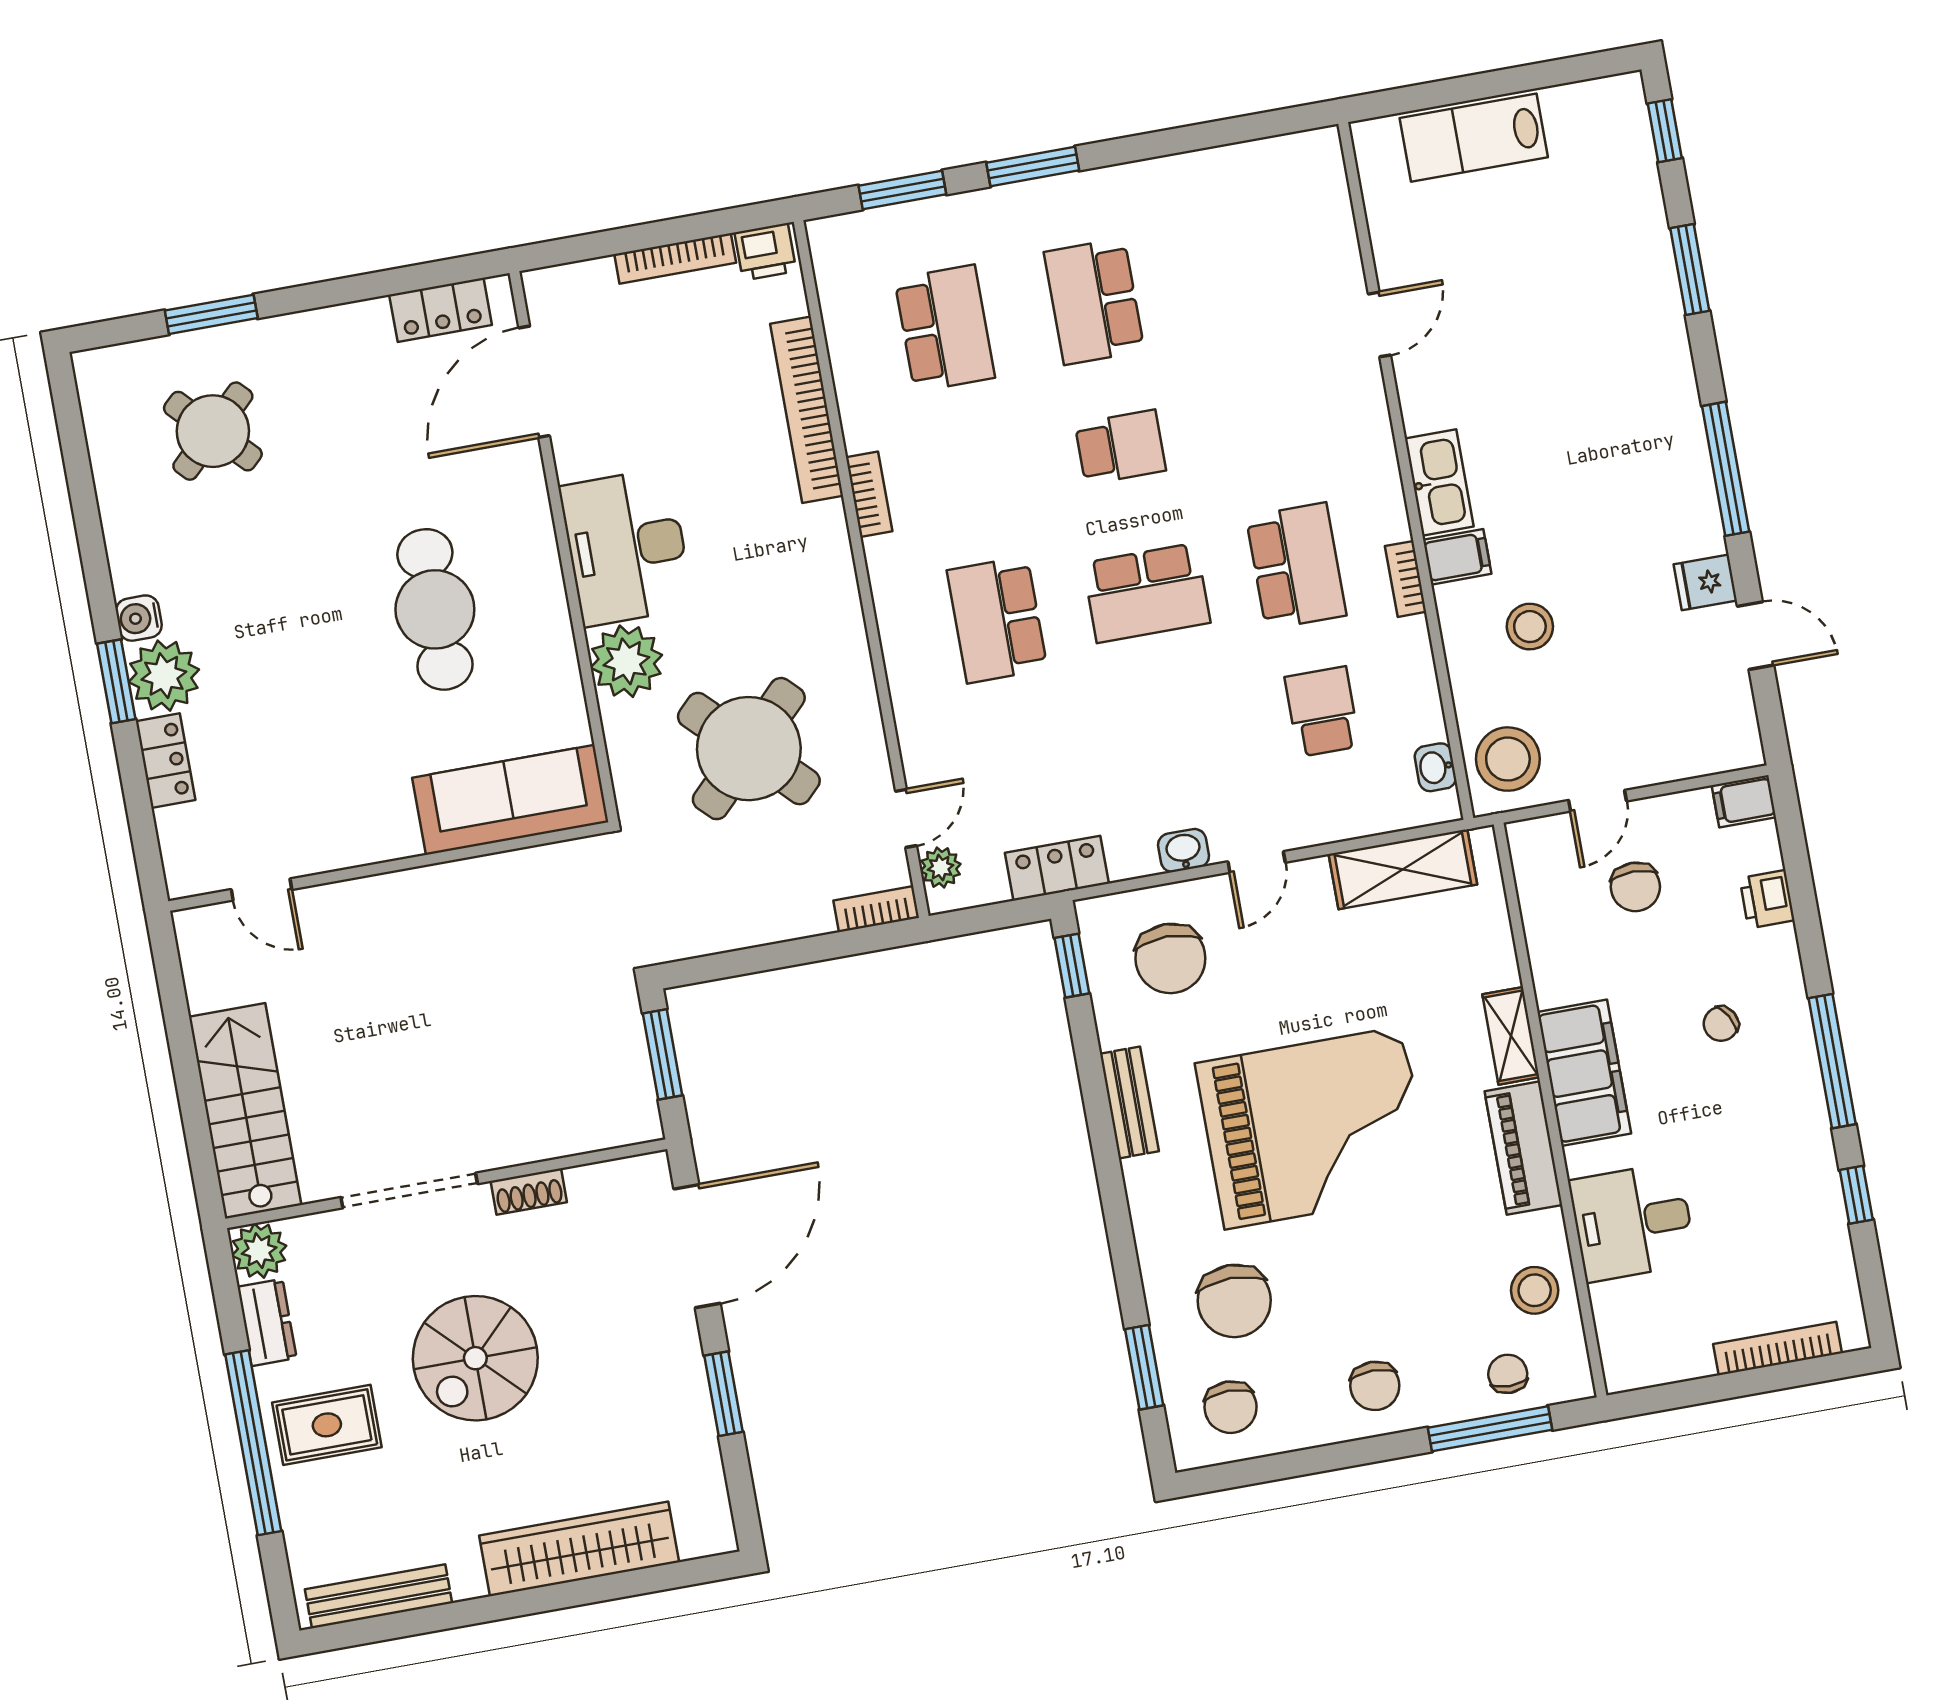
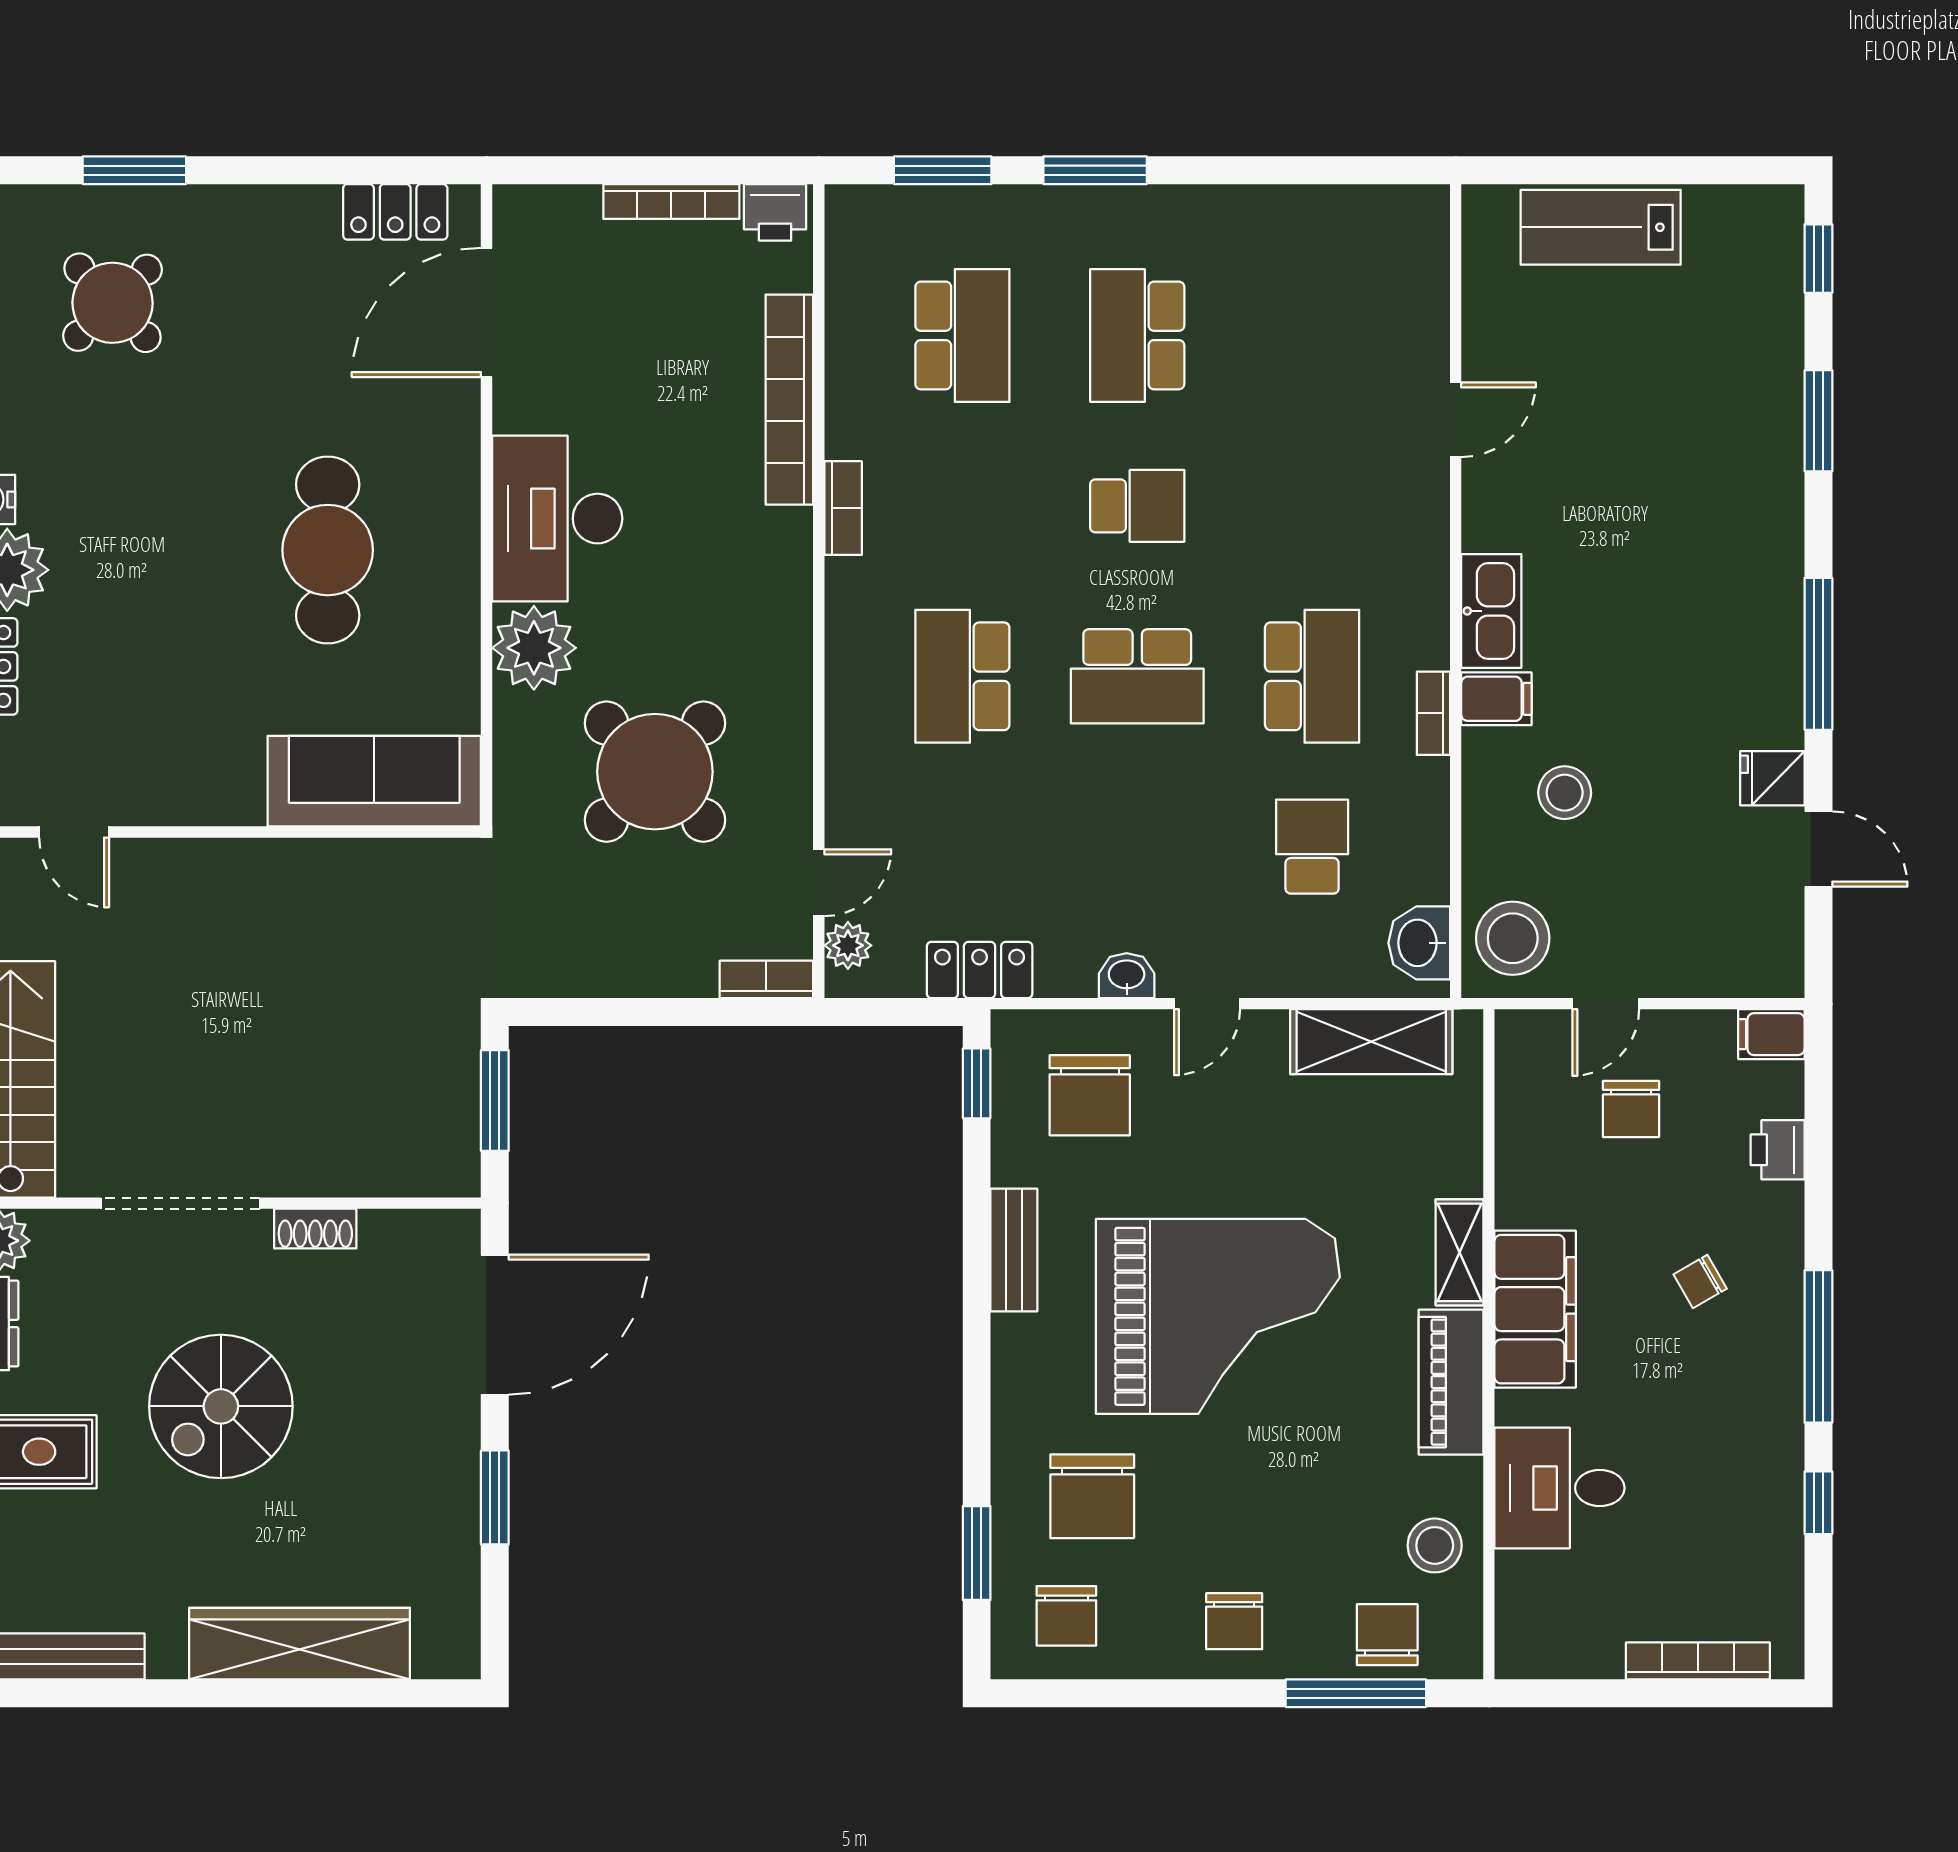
washbasin: (1435, 767) -> (1419, 943), width x1.38, depth x1.45
chair: (1508, 1374) -> (1387, 1635), width x1.37, depth x1.37

